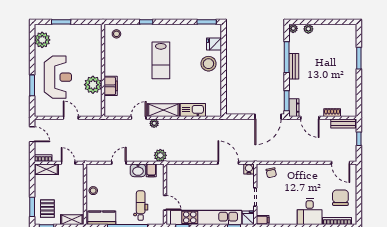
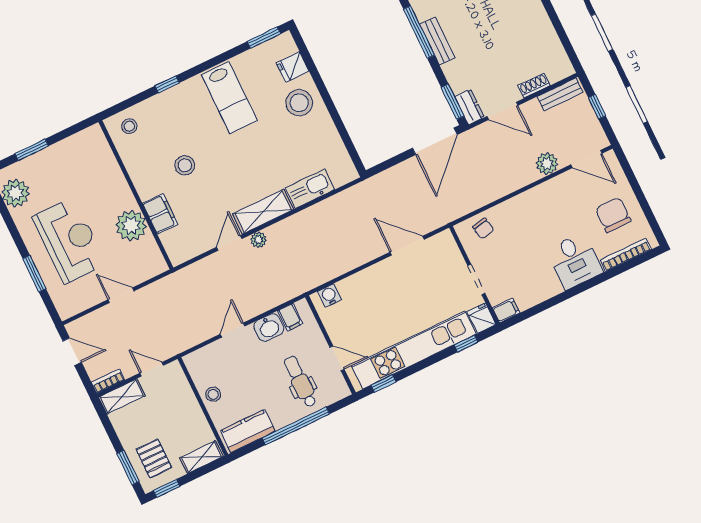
lab bench: (161, 60) -> (229, 98), moved
stool: (135, 67) -> (185, 165), added
plant: (160, 155) -> (547, 164), moved
water cooler: (249, 169) -> (329, 296), moved

